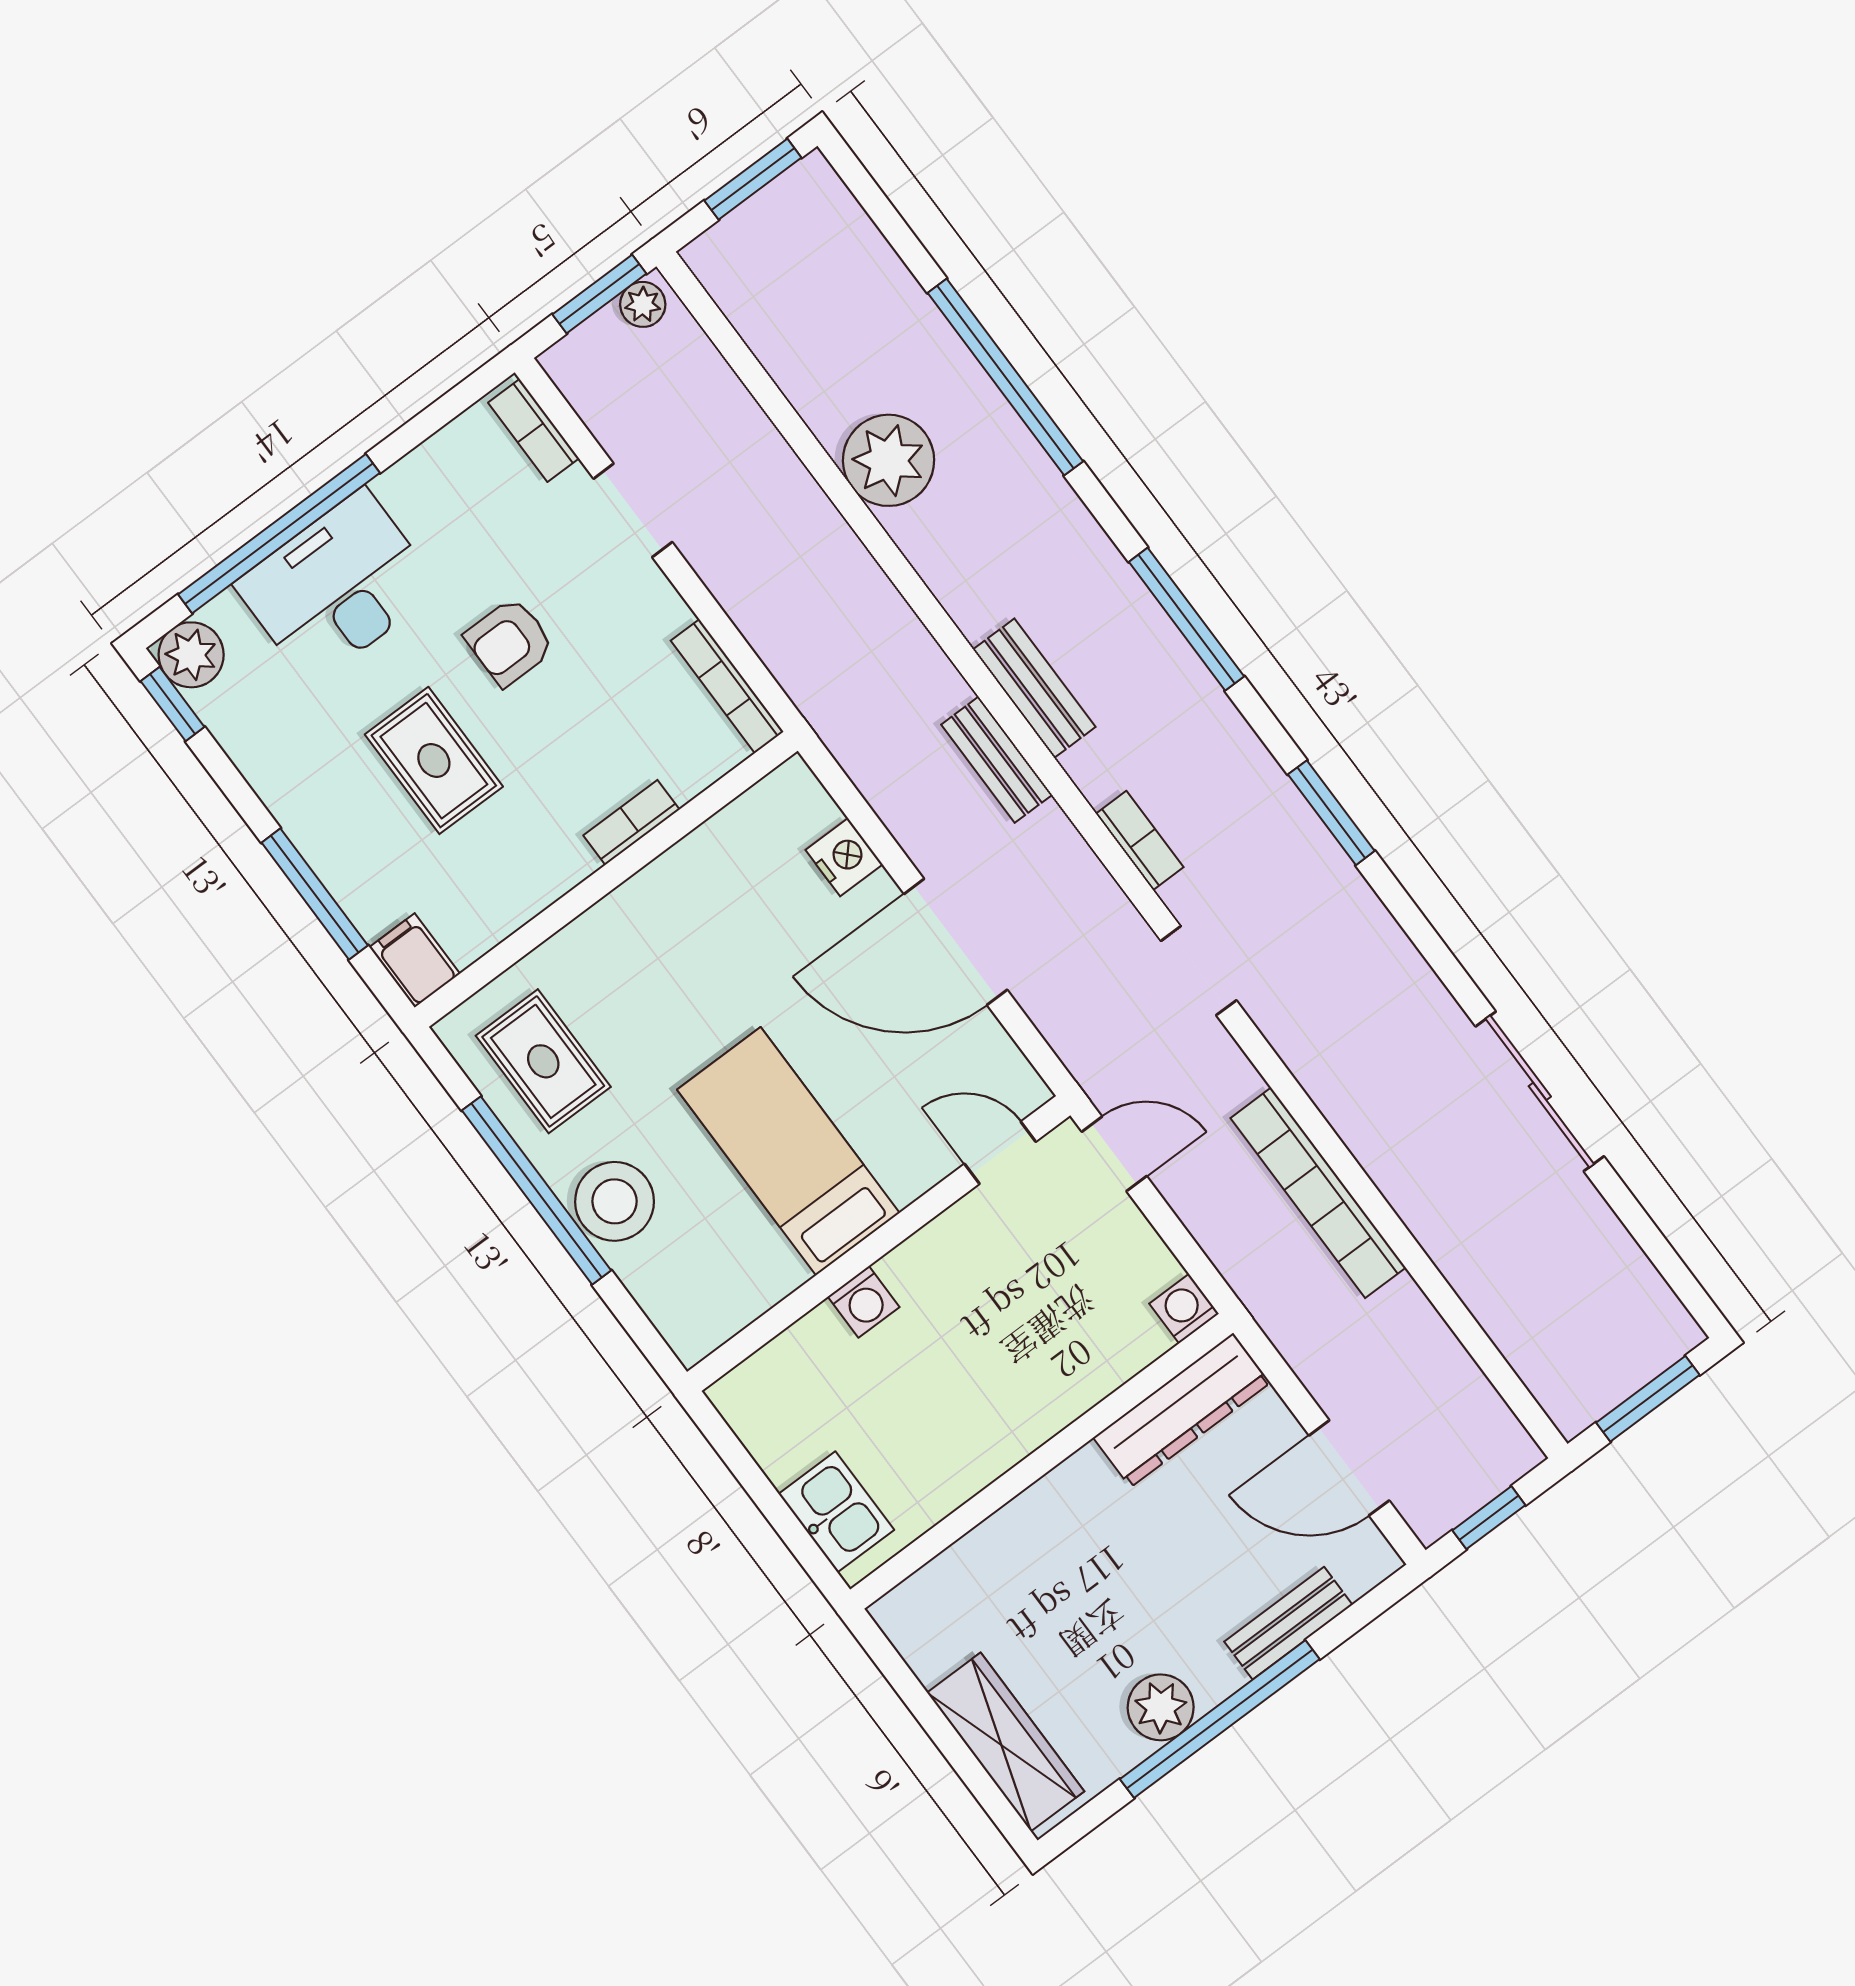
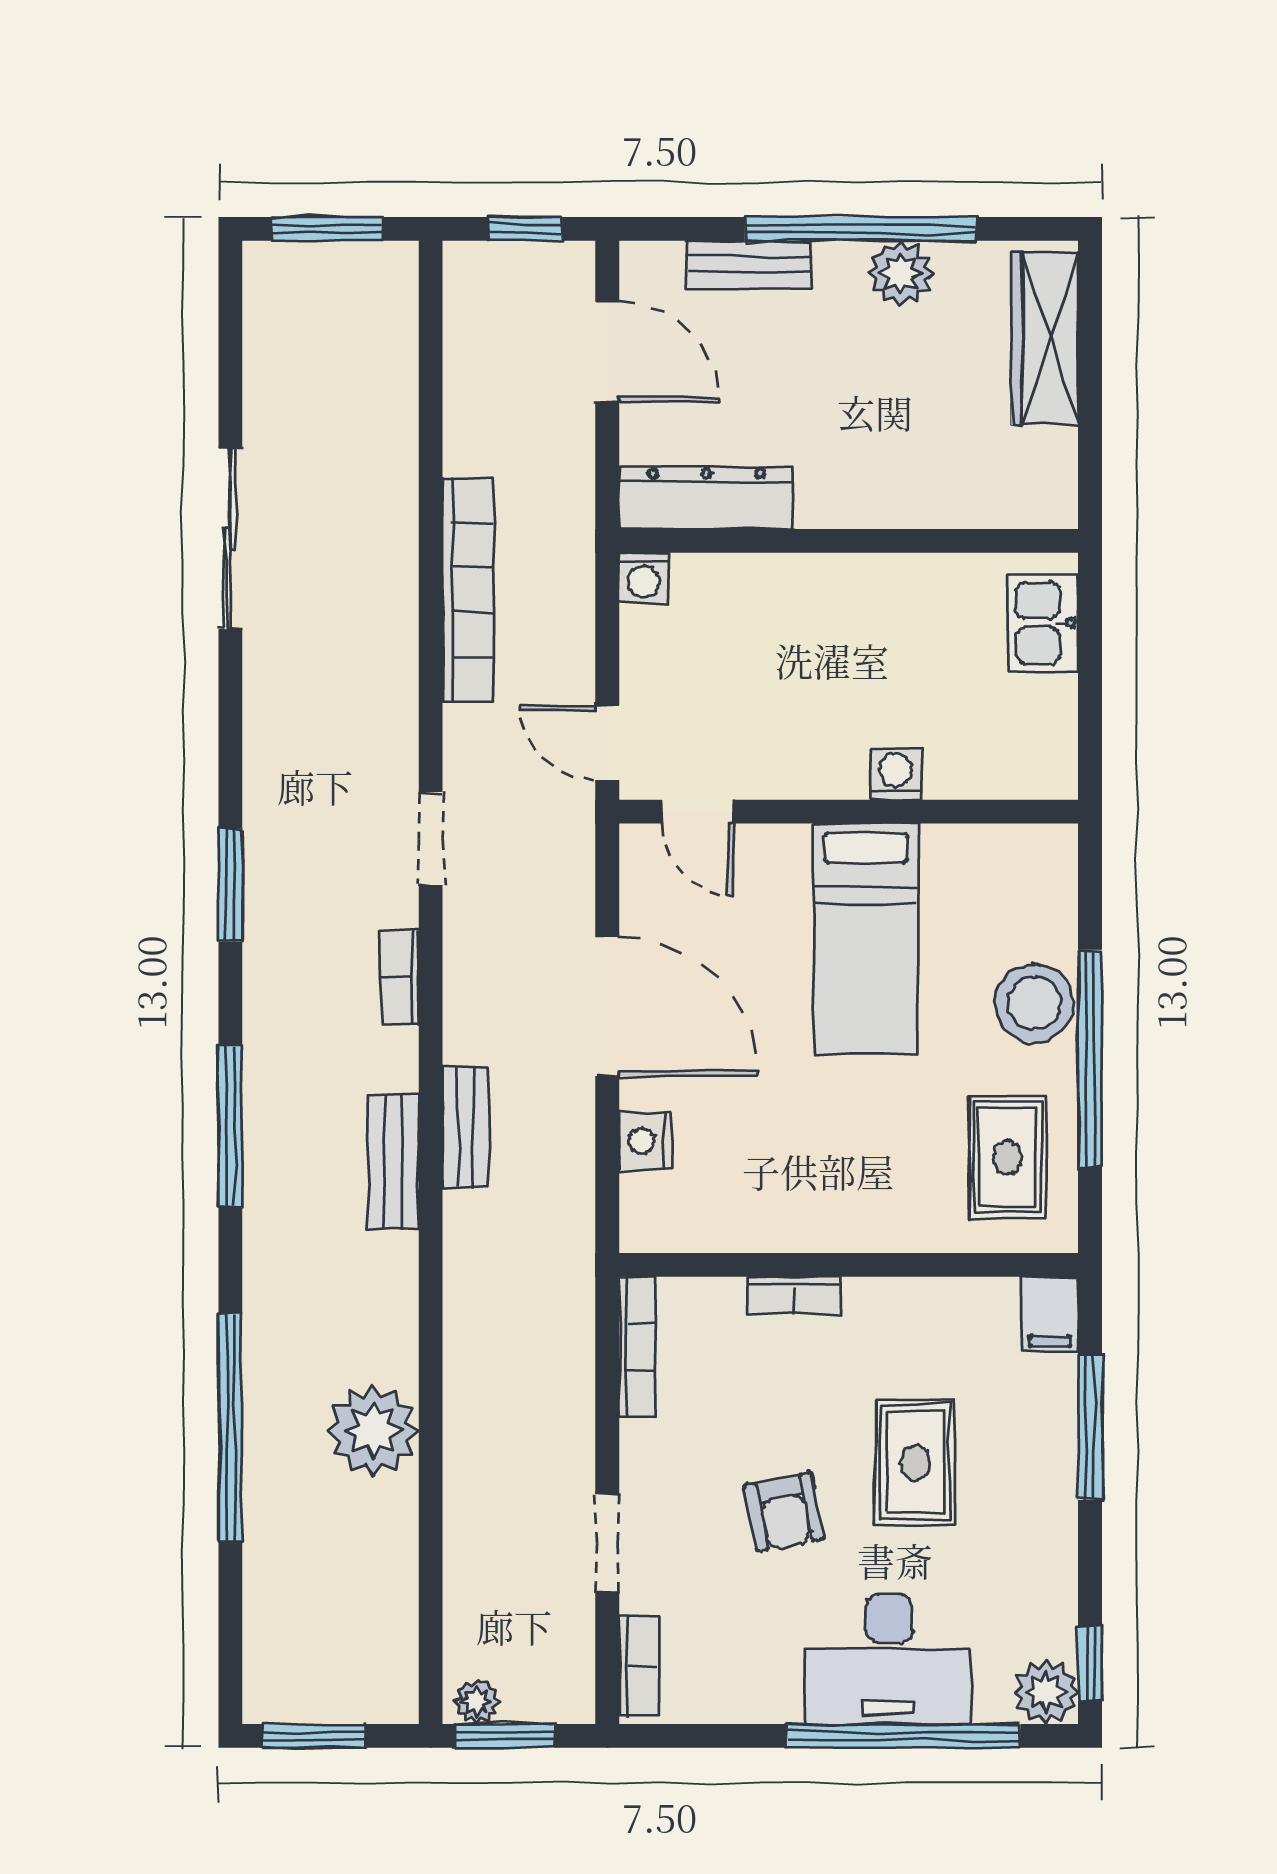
armchair: (510, 642) -> (784, 1512), turned 79

